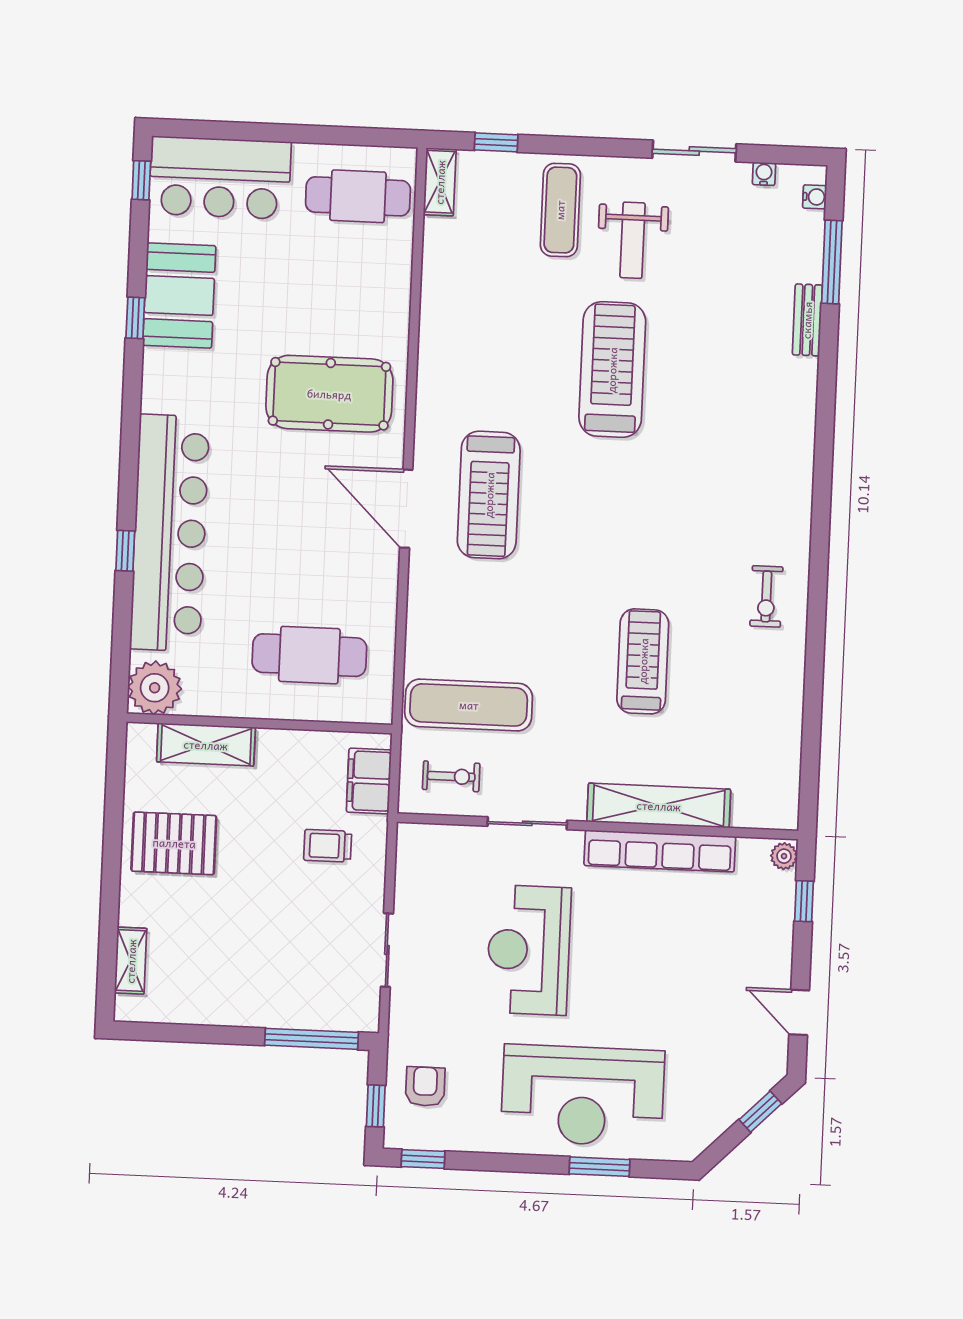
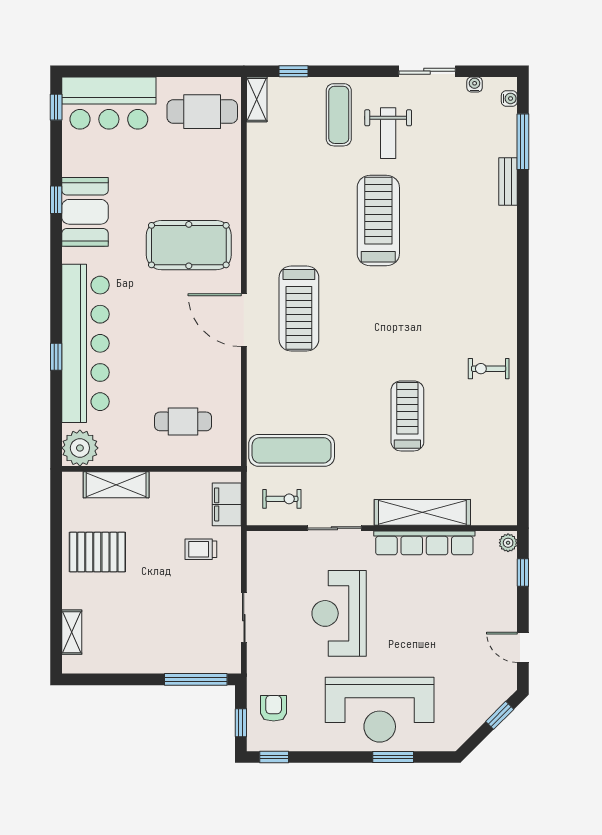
booth: (179, 296) -> (85, 212), moved
exercise bike: (766, 596) -> (489, 369), turned 90
cafe table: (309, 655) -> (183, 421), width x0.73, depth x0.74

